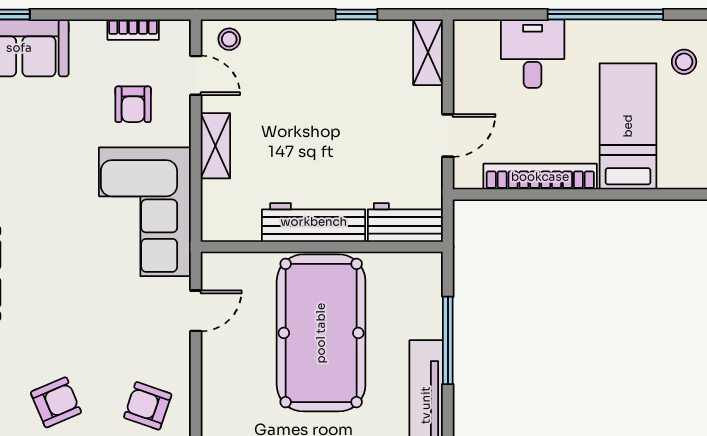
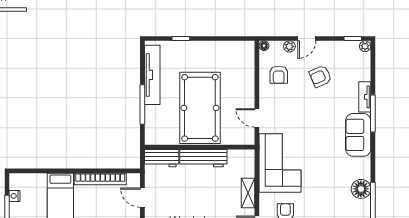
door: (448, 135) -> (142, 198), hinge flipped
door: (196, 311) -> (257, 118), hinge flipped
armchair: (148, 406) -> (279, 75), turned 71

